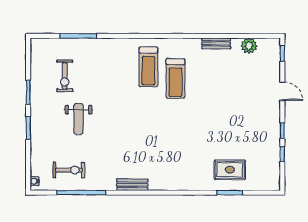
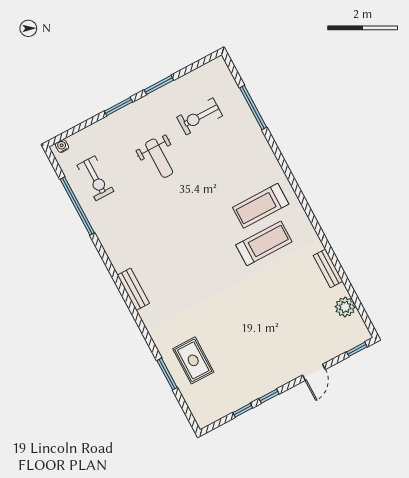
treadmill: (175, 78) -> (264, 243), turned 180
weight bench: (79, 119) -> (159, 158), turned -90
bench: (132, 185) -> (133, 289), moved

